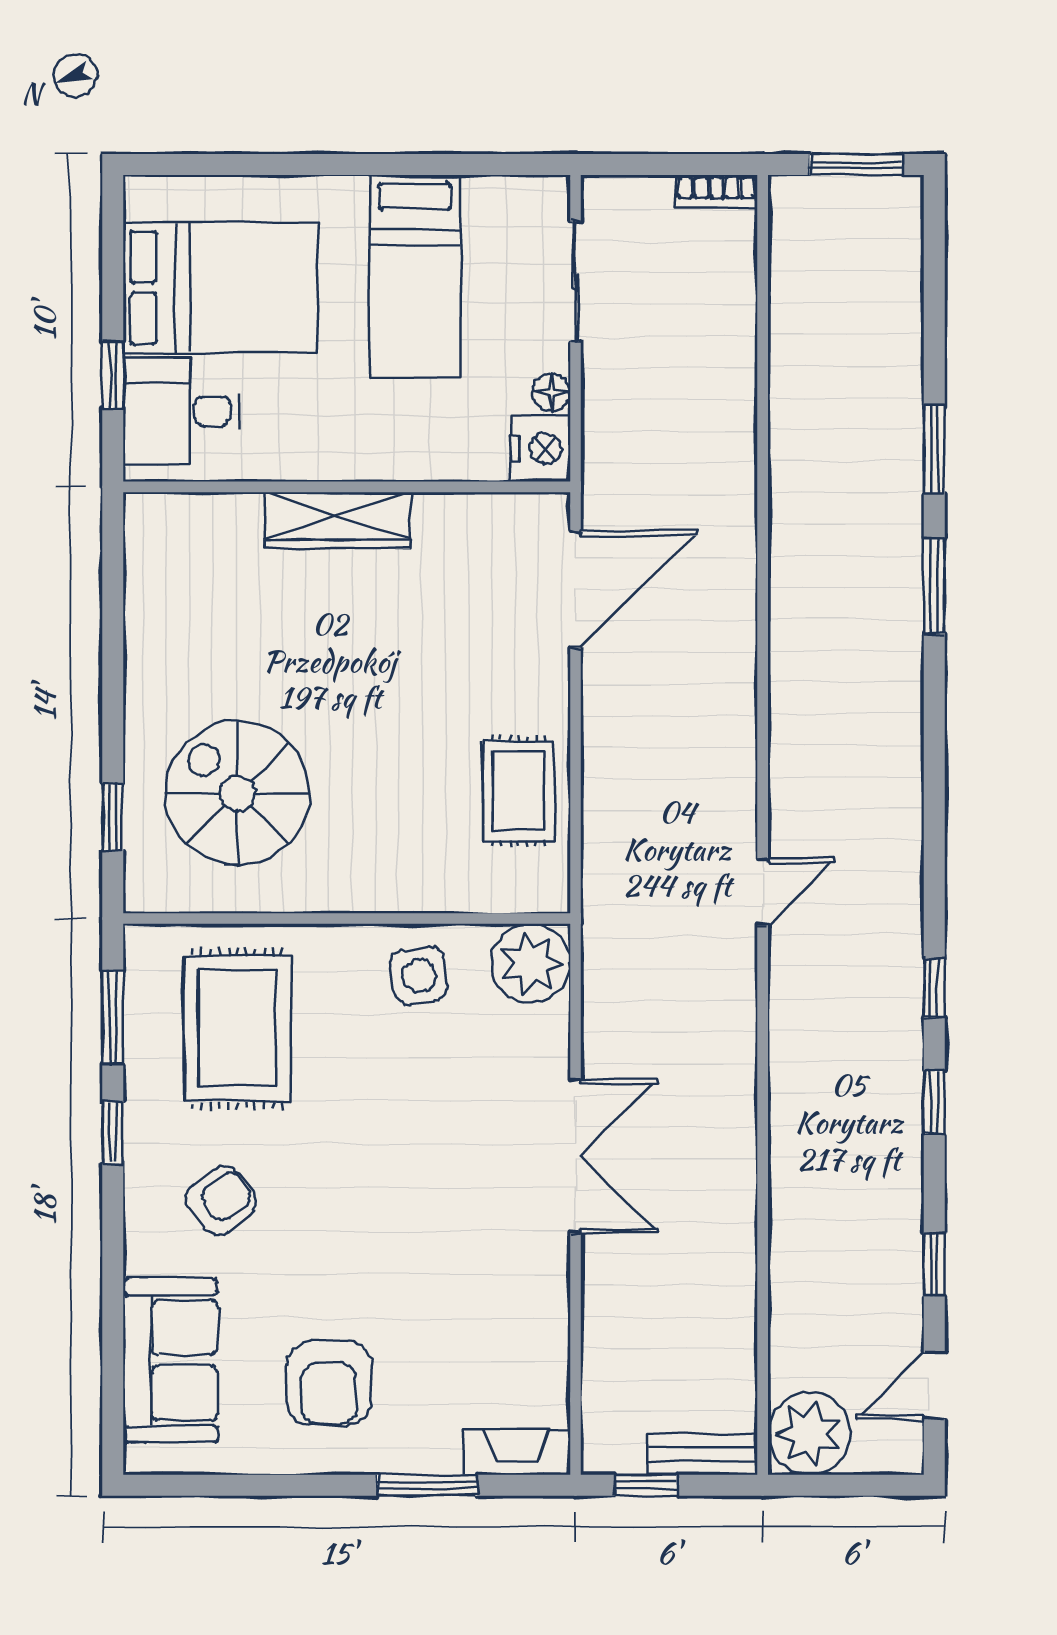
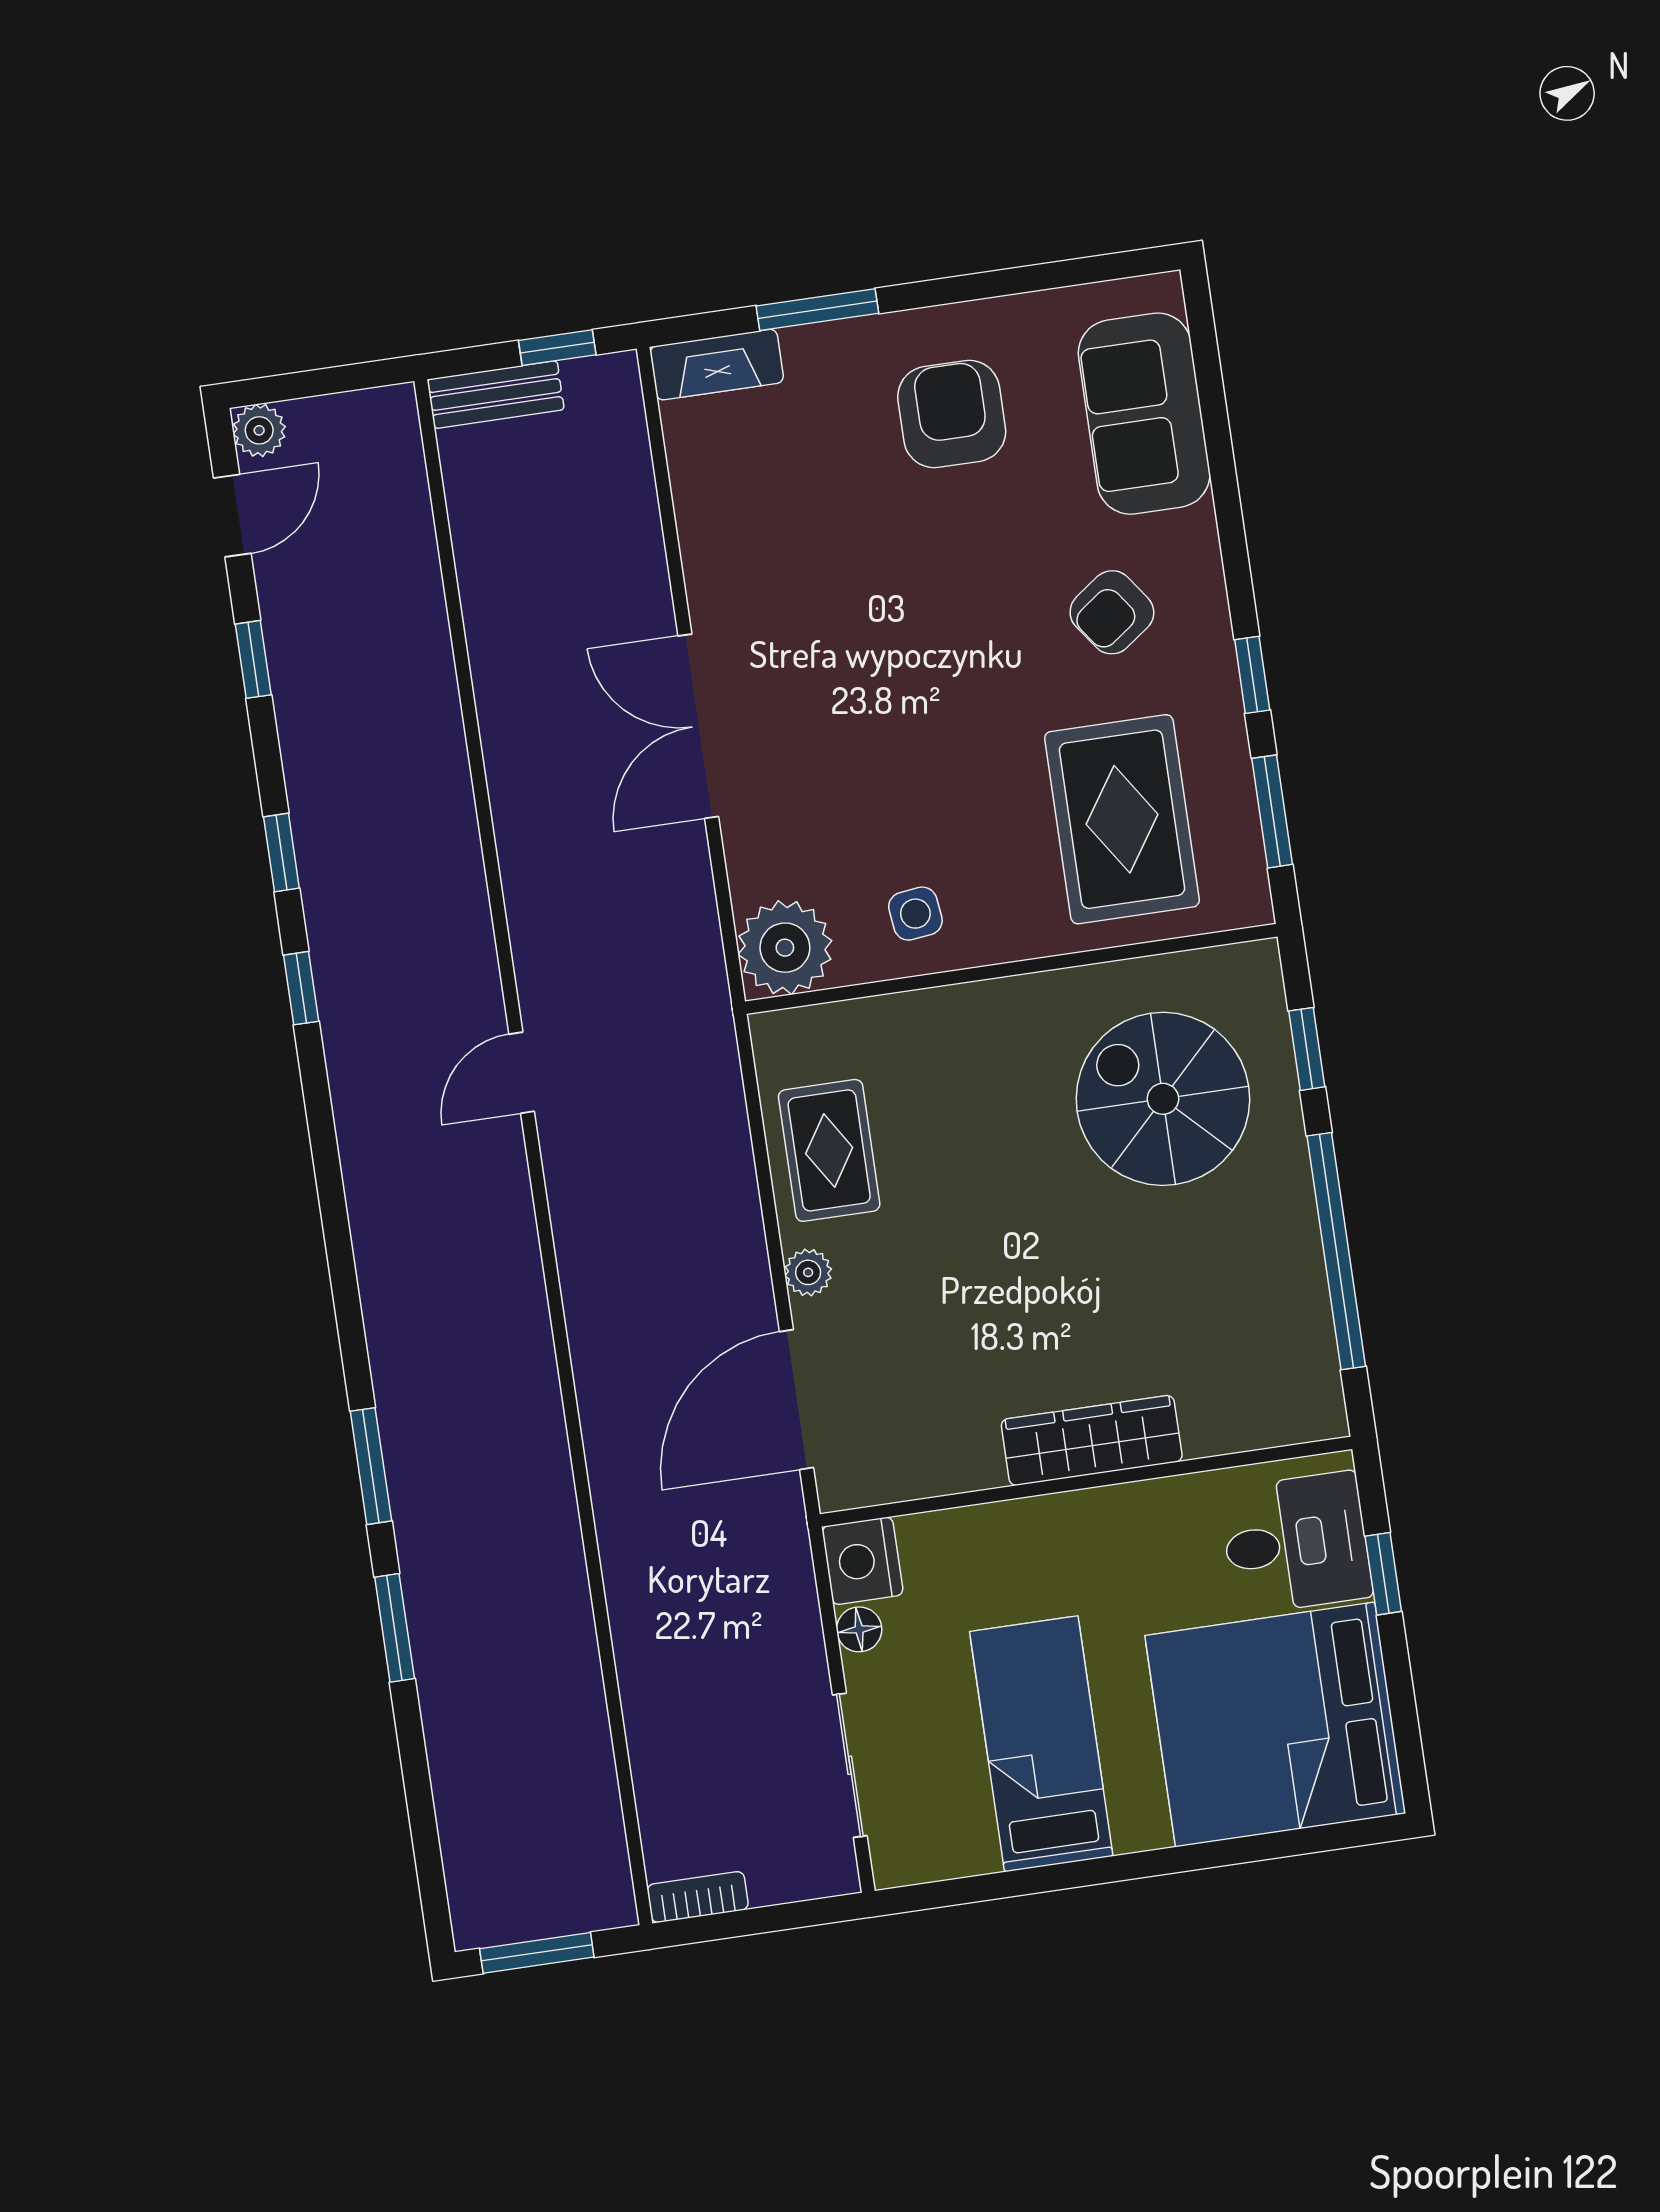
bed: (220, 288) -> (1275, 1724), width x1.36
window: (113, 647) -> (1336, 1251), added
plant: (551, 693) -> (808, 1272), added
spiral stairs: (237, 793) -> (1163, 1099), turned 180
side table: (419, 976) -> (915, 914), width x0.73, depth x0.73
plant: (809, 1434) -> (259, 430), moved, width x0.53, depth x0.53

